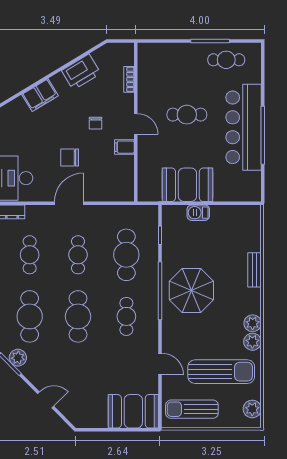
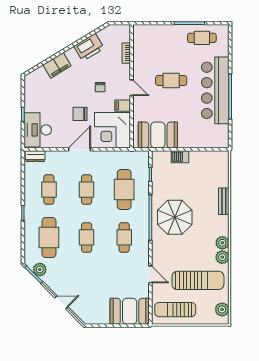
corner desk: (111, 179) -> (112, 130), added
booth: (187, 185) -> (158, 135), moved
cafe table: (78, 316) -> (87, 237), width x0.73, depth x0.74

